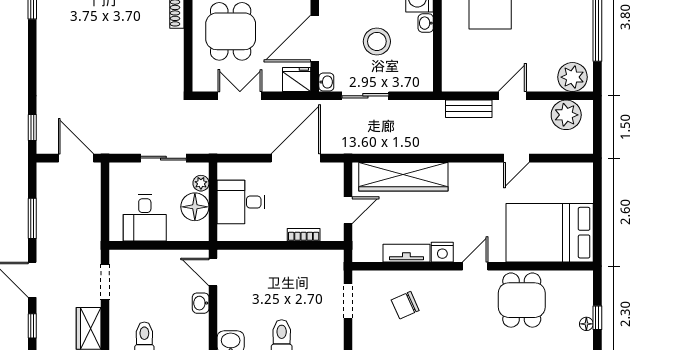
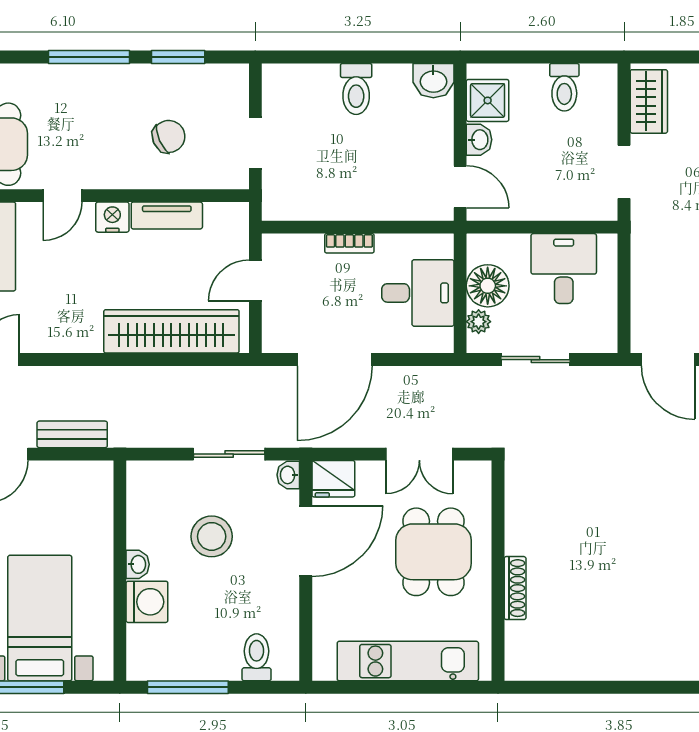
bookcase: (304, 235) -> (349, 243), moved
shower: (195, 329) -> (488, 100), added

